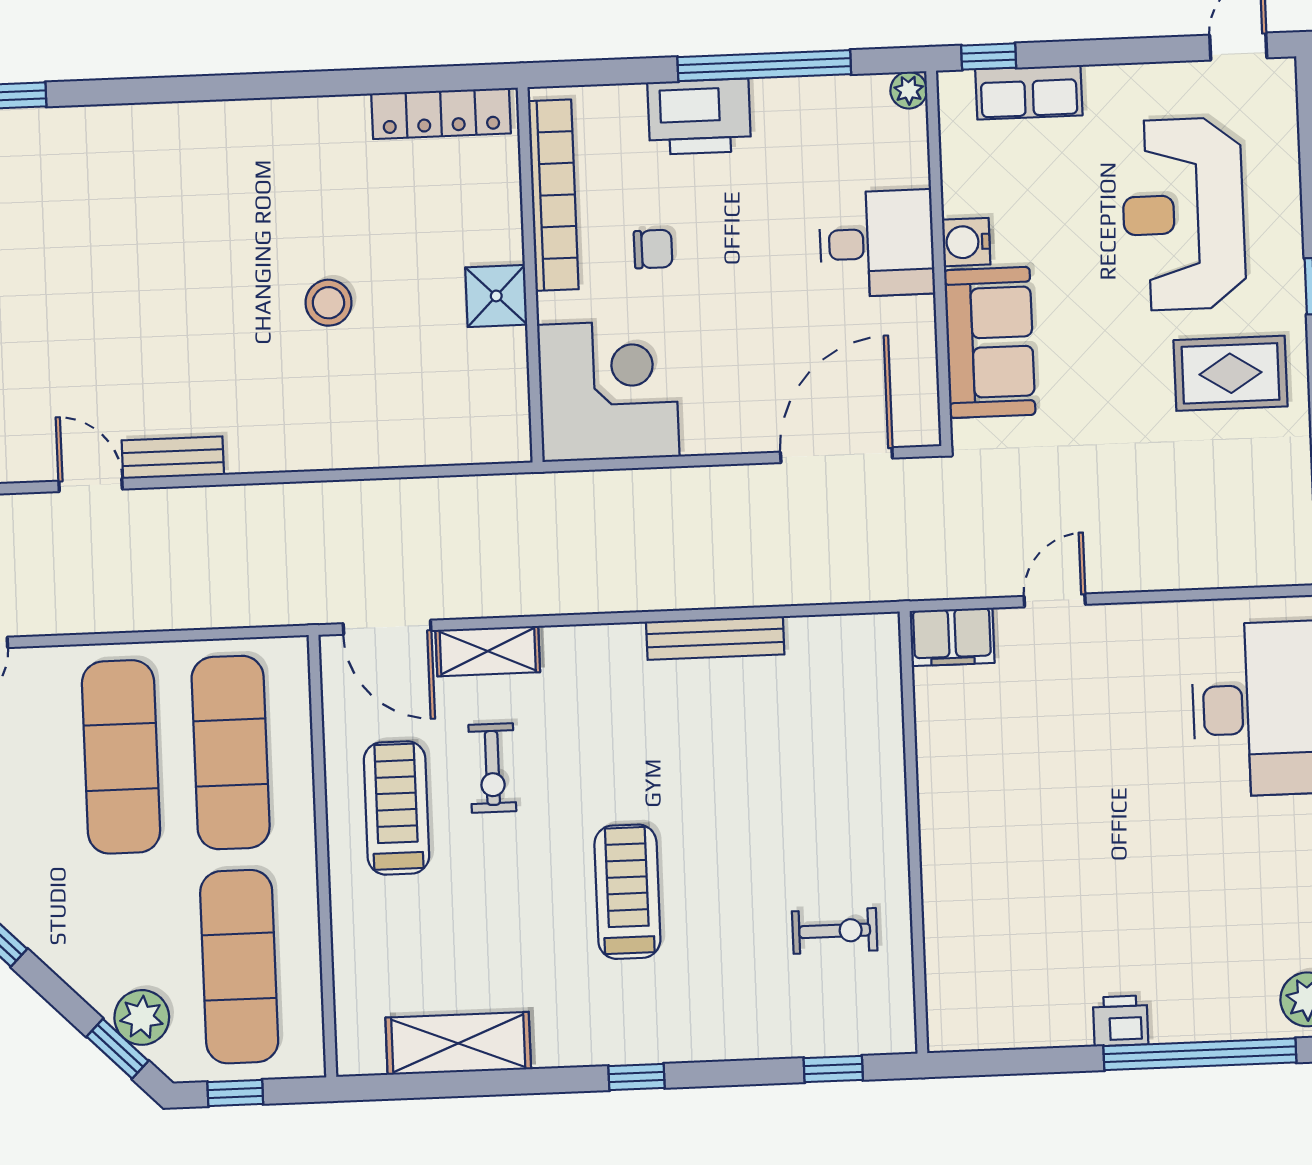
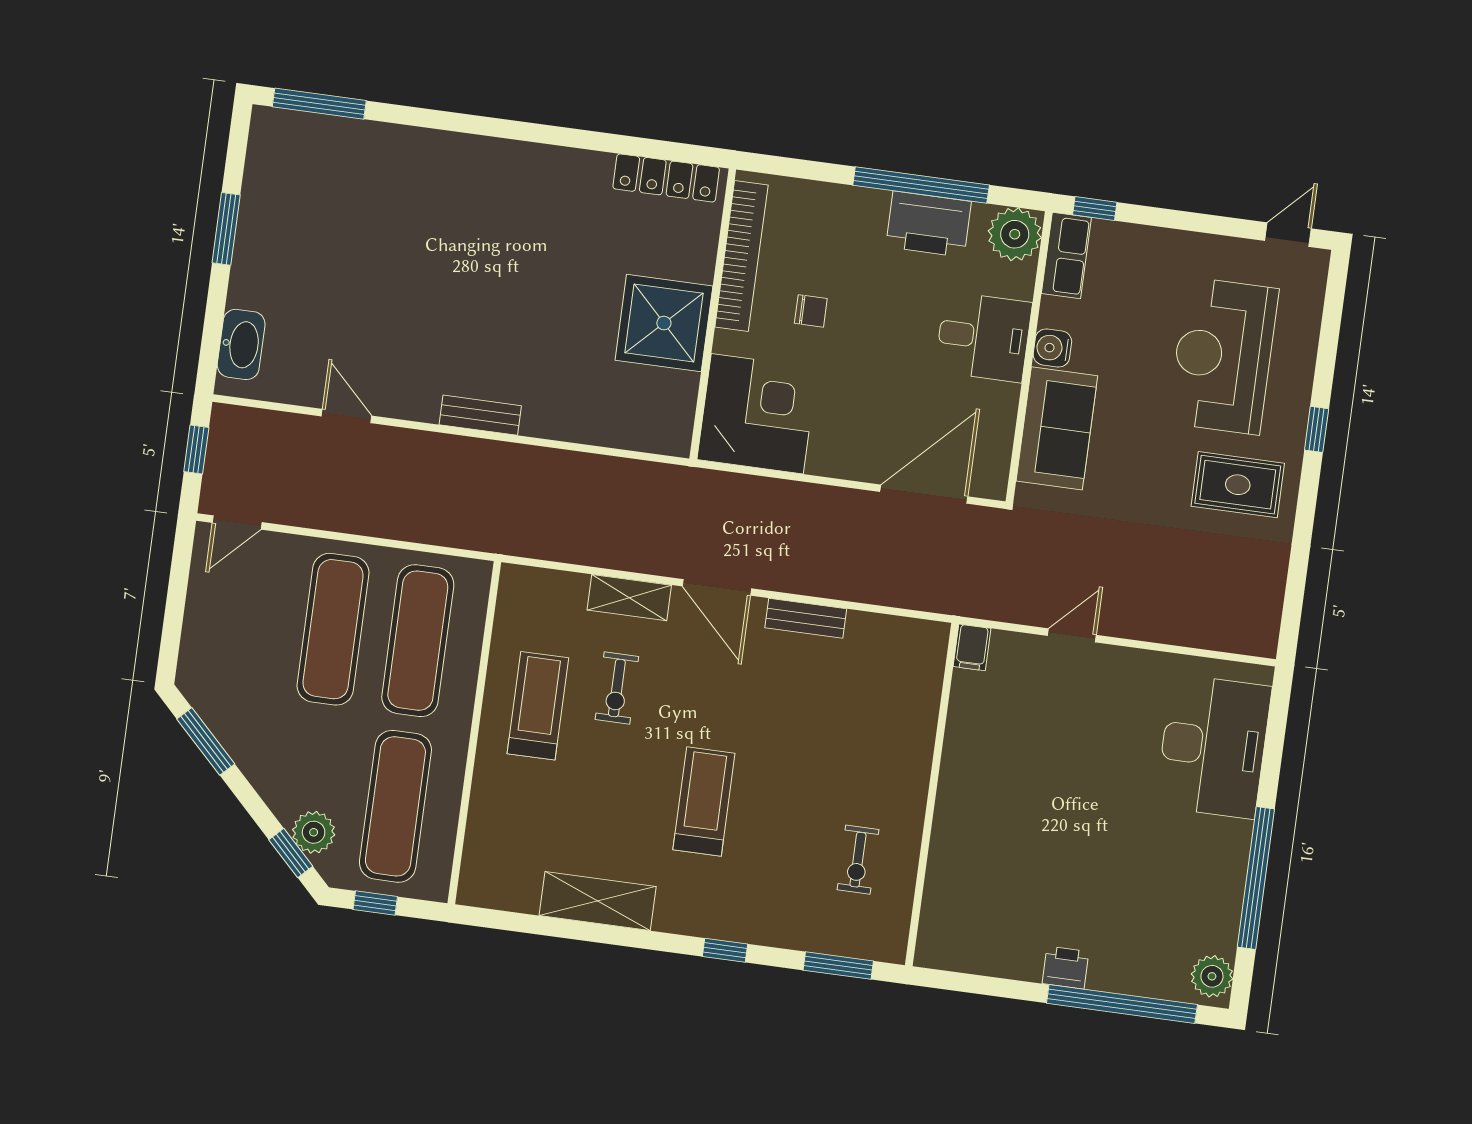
plant: (909, 90) -> (1015, 234), width x1.88, depth x1.88
row of seats: (1029, 92) -> (1066, 256), moved, turned -90
printer: (699, 117) -> (928, 224), moved
shower: (496, 296) -> (664, 323), width x1.86, depth x1.86
stool: (329, 303) -> (554, 308), removed
bench: (173, 458) -> (480, 415), moved
door: (387, 627) -> (717, 587), moved
filing cabinet: (952, 637) -> (972, 647), width x0.50
bench: (715, 638) -> (806, 618), width x0.73
exercise bike: (835, 931) -> (858, 860), turned 90
shelving: (458, 1043) -> (598, 901), moved
window: (833, 1069) -> (838, 966), width x1.50
window: (637, 1077) -> (725, 950), moved

